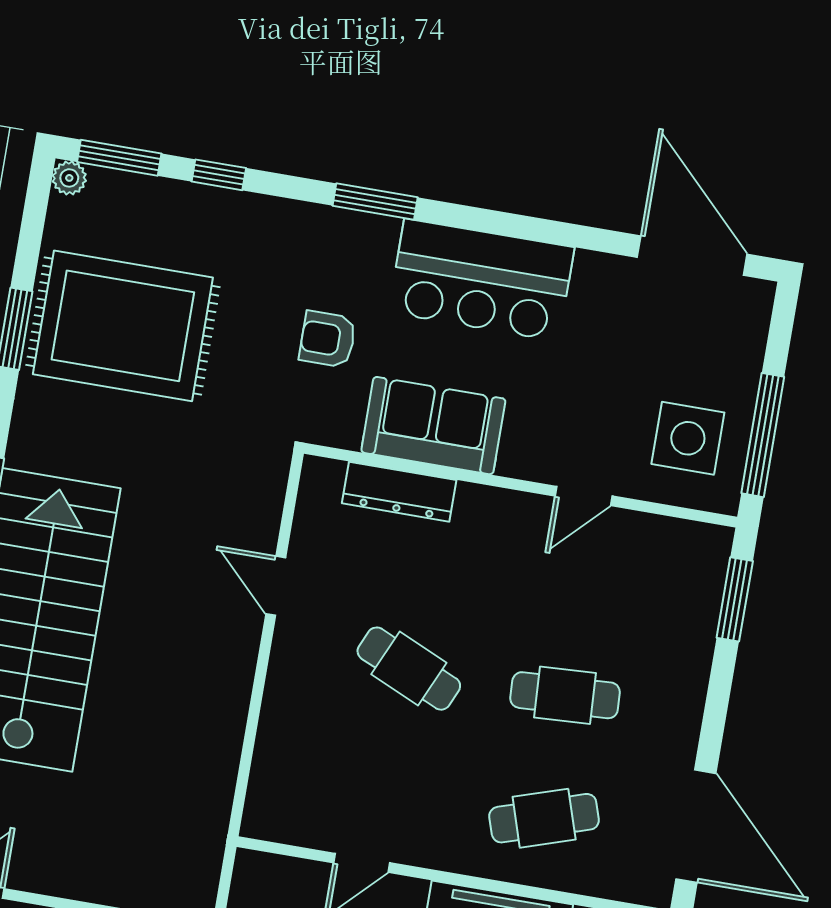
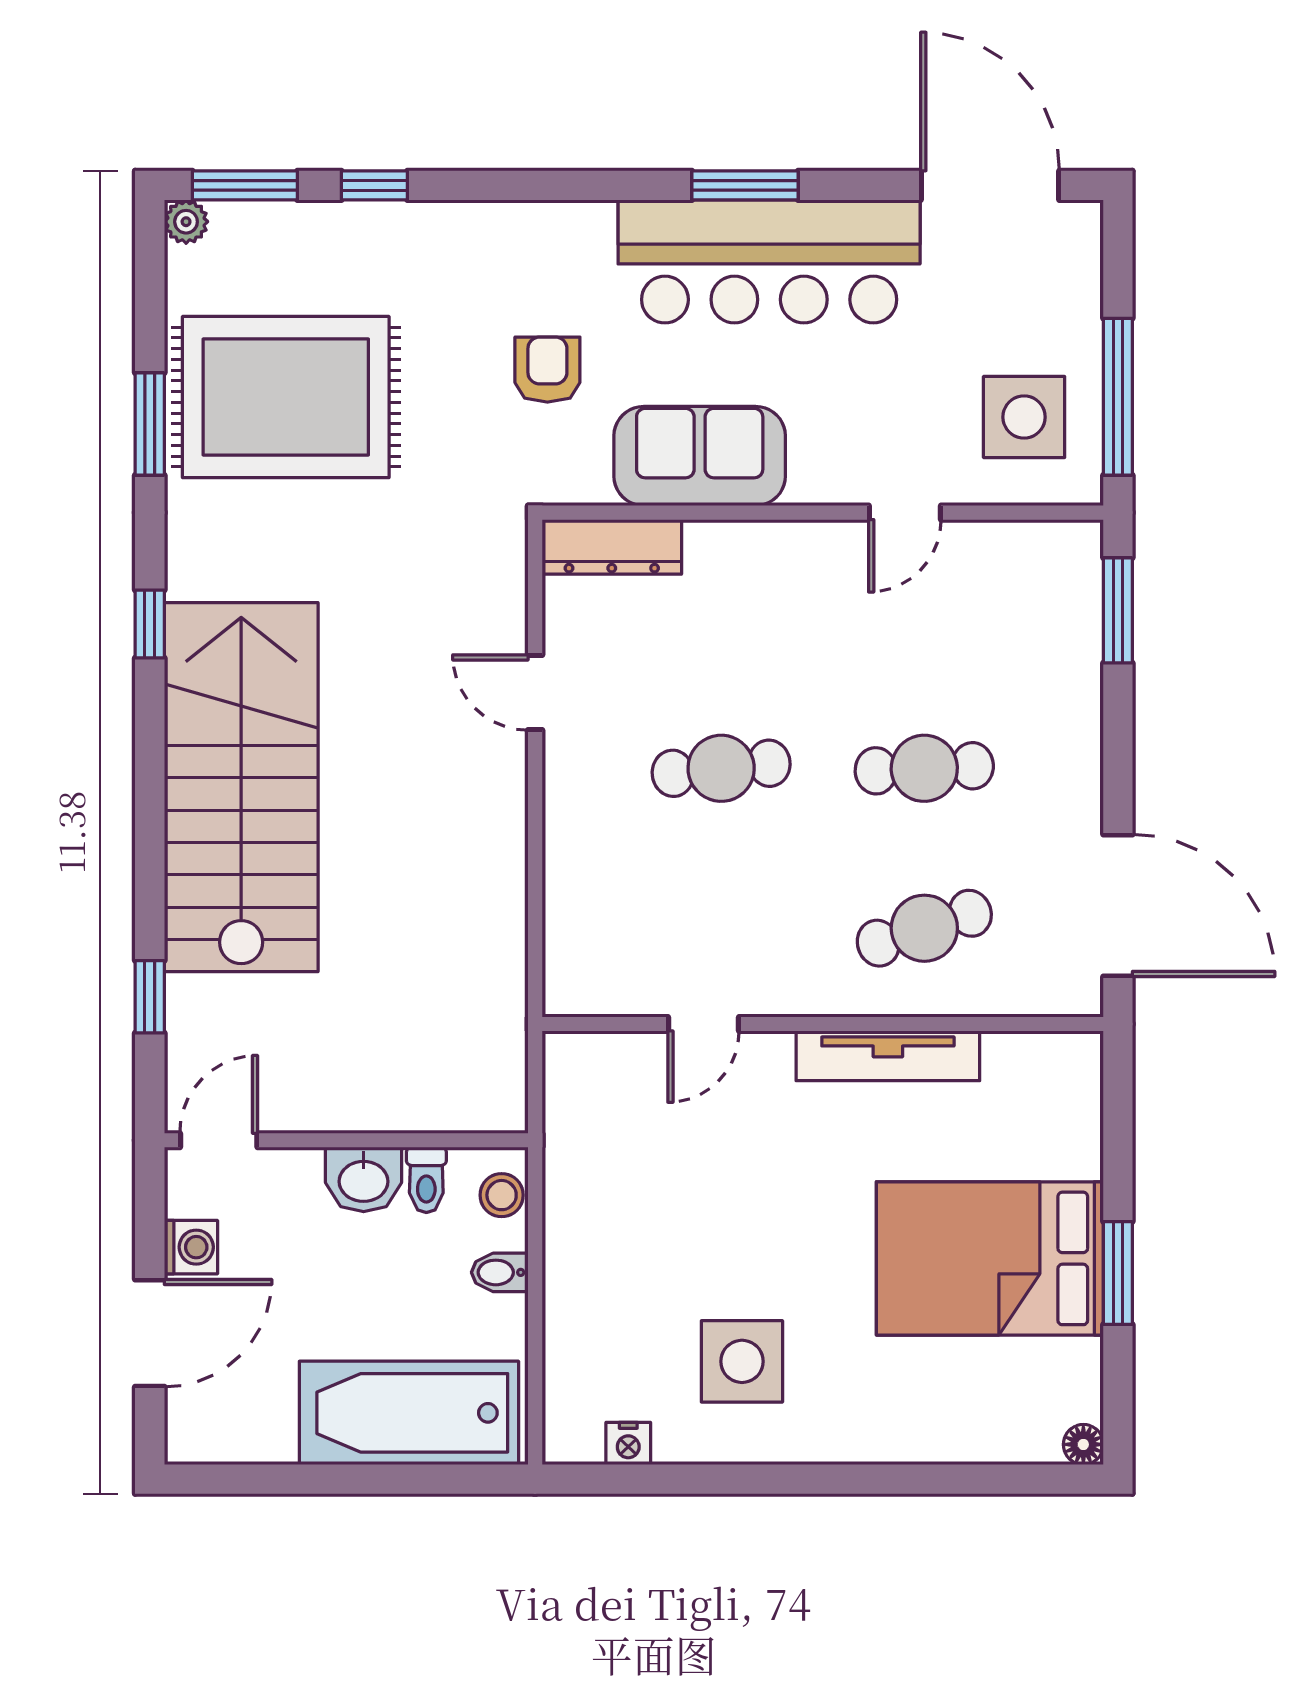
window: (375, 202) -> (745, 185), moved
bar counter: (481, 280) -> (769, 261), width x1.36
armchair: (328, 339) -> (547, 370), turned 90
dresser: (399, 492) -> (612, 547), moved
cafe table: (409, 669) -> (721, 768), turned -30

